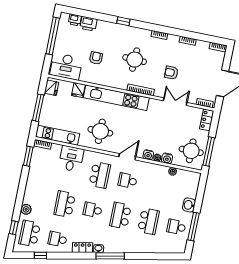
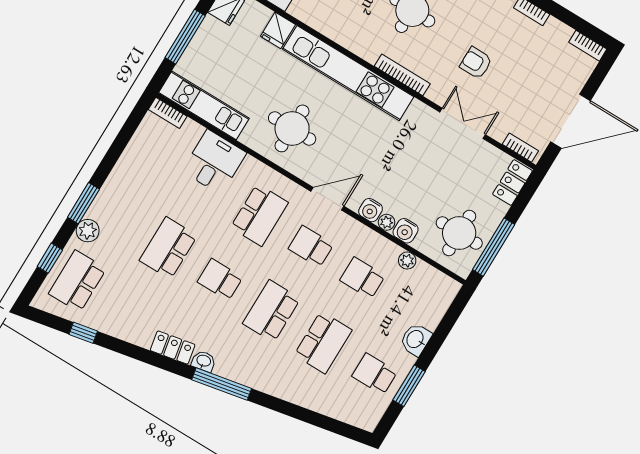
window: (28, 156) -> (83, 203), moved
window: (193, 227) -> (409, 386), width x0.69
school desk: (58, 239) -> (362, 278), moved

